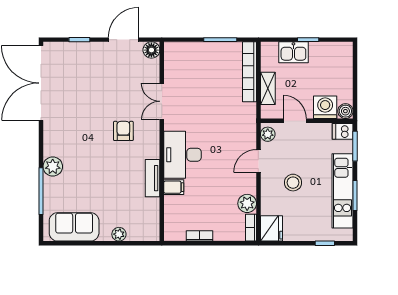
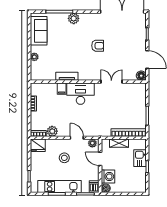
door: (295, 121) -> (100, 159), swing flipped
armchair: (123, 131) -> (98, 46), moved

